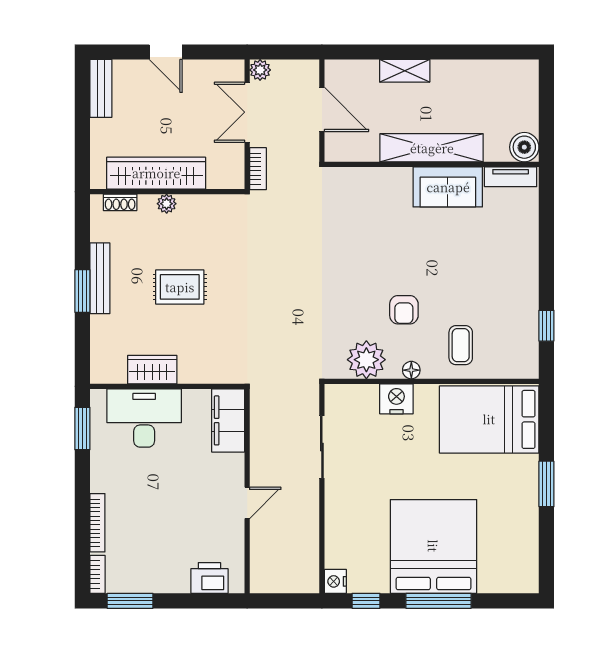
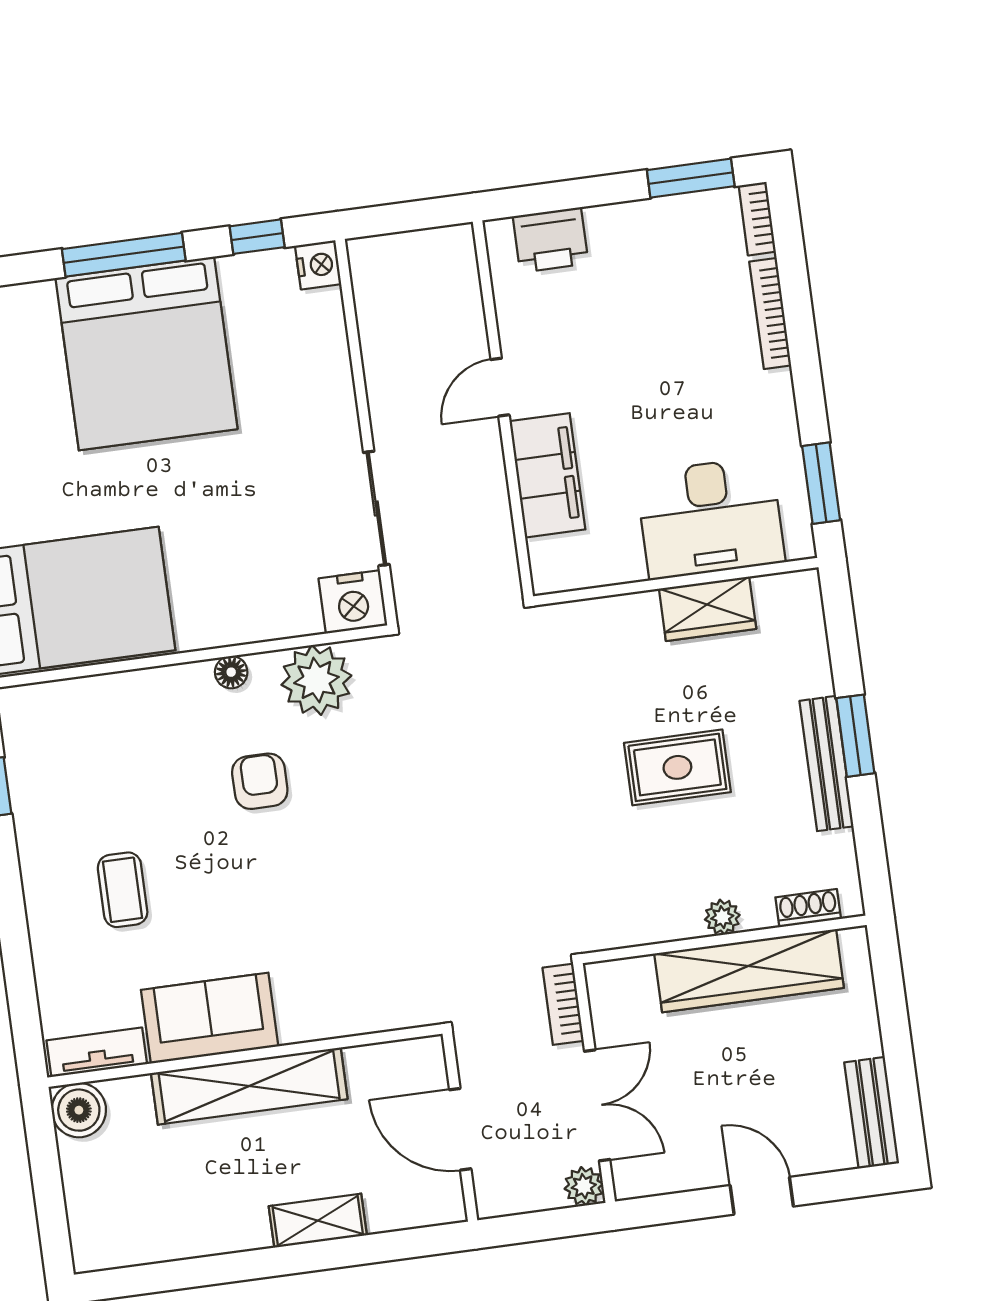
coffee table: (461, 345) -> (123, 890), moved
nightstand: (396, 399) -> (353, 602), moved
filing cabinet: (228, 420) -> (547, 475), moved

